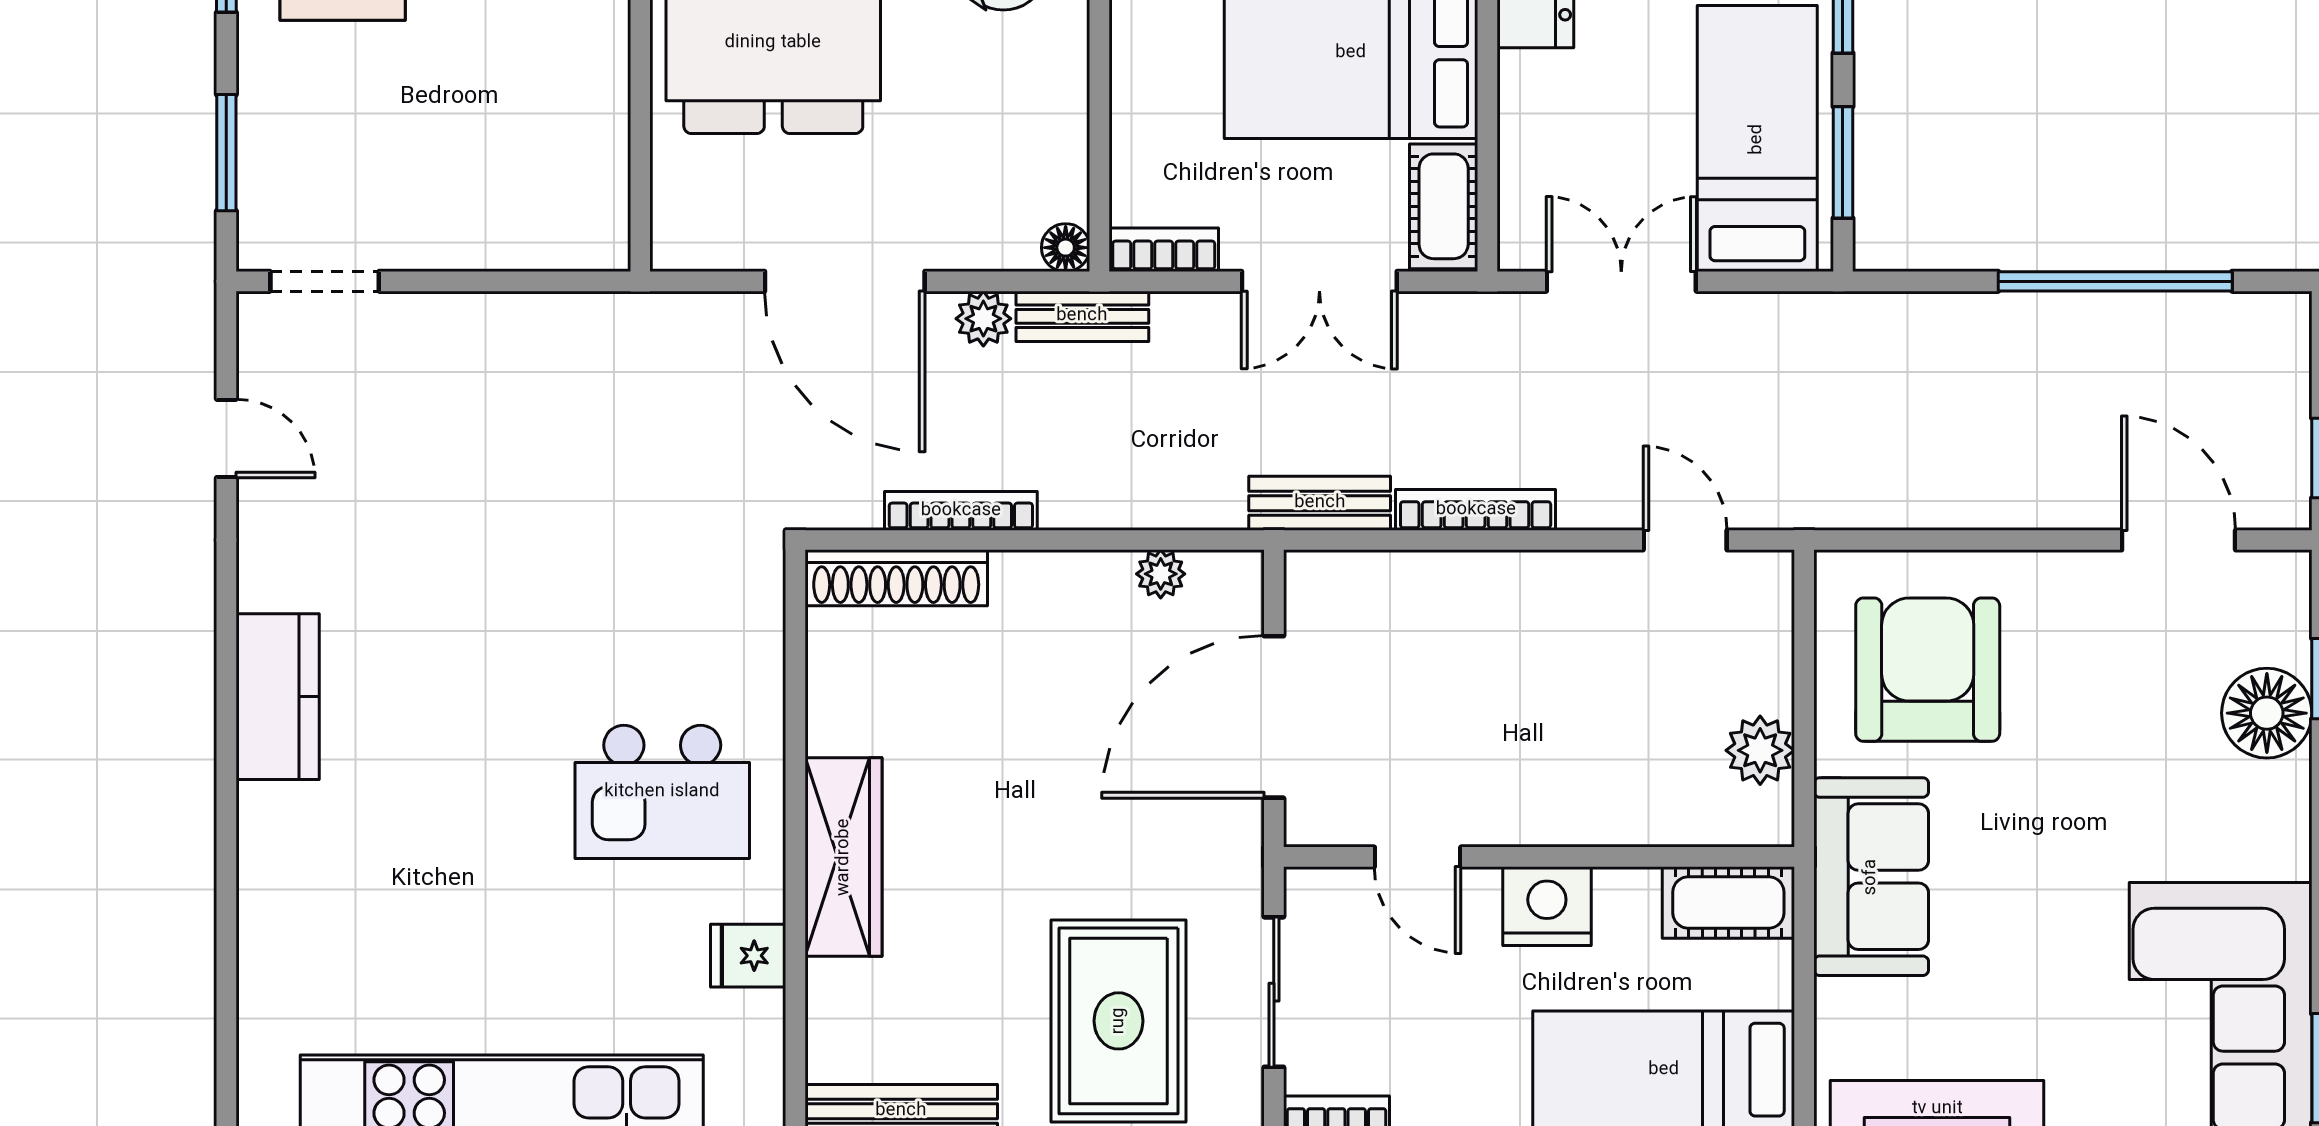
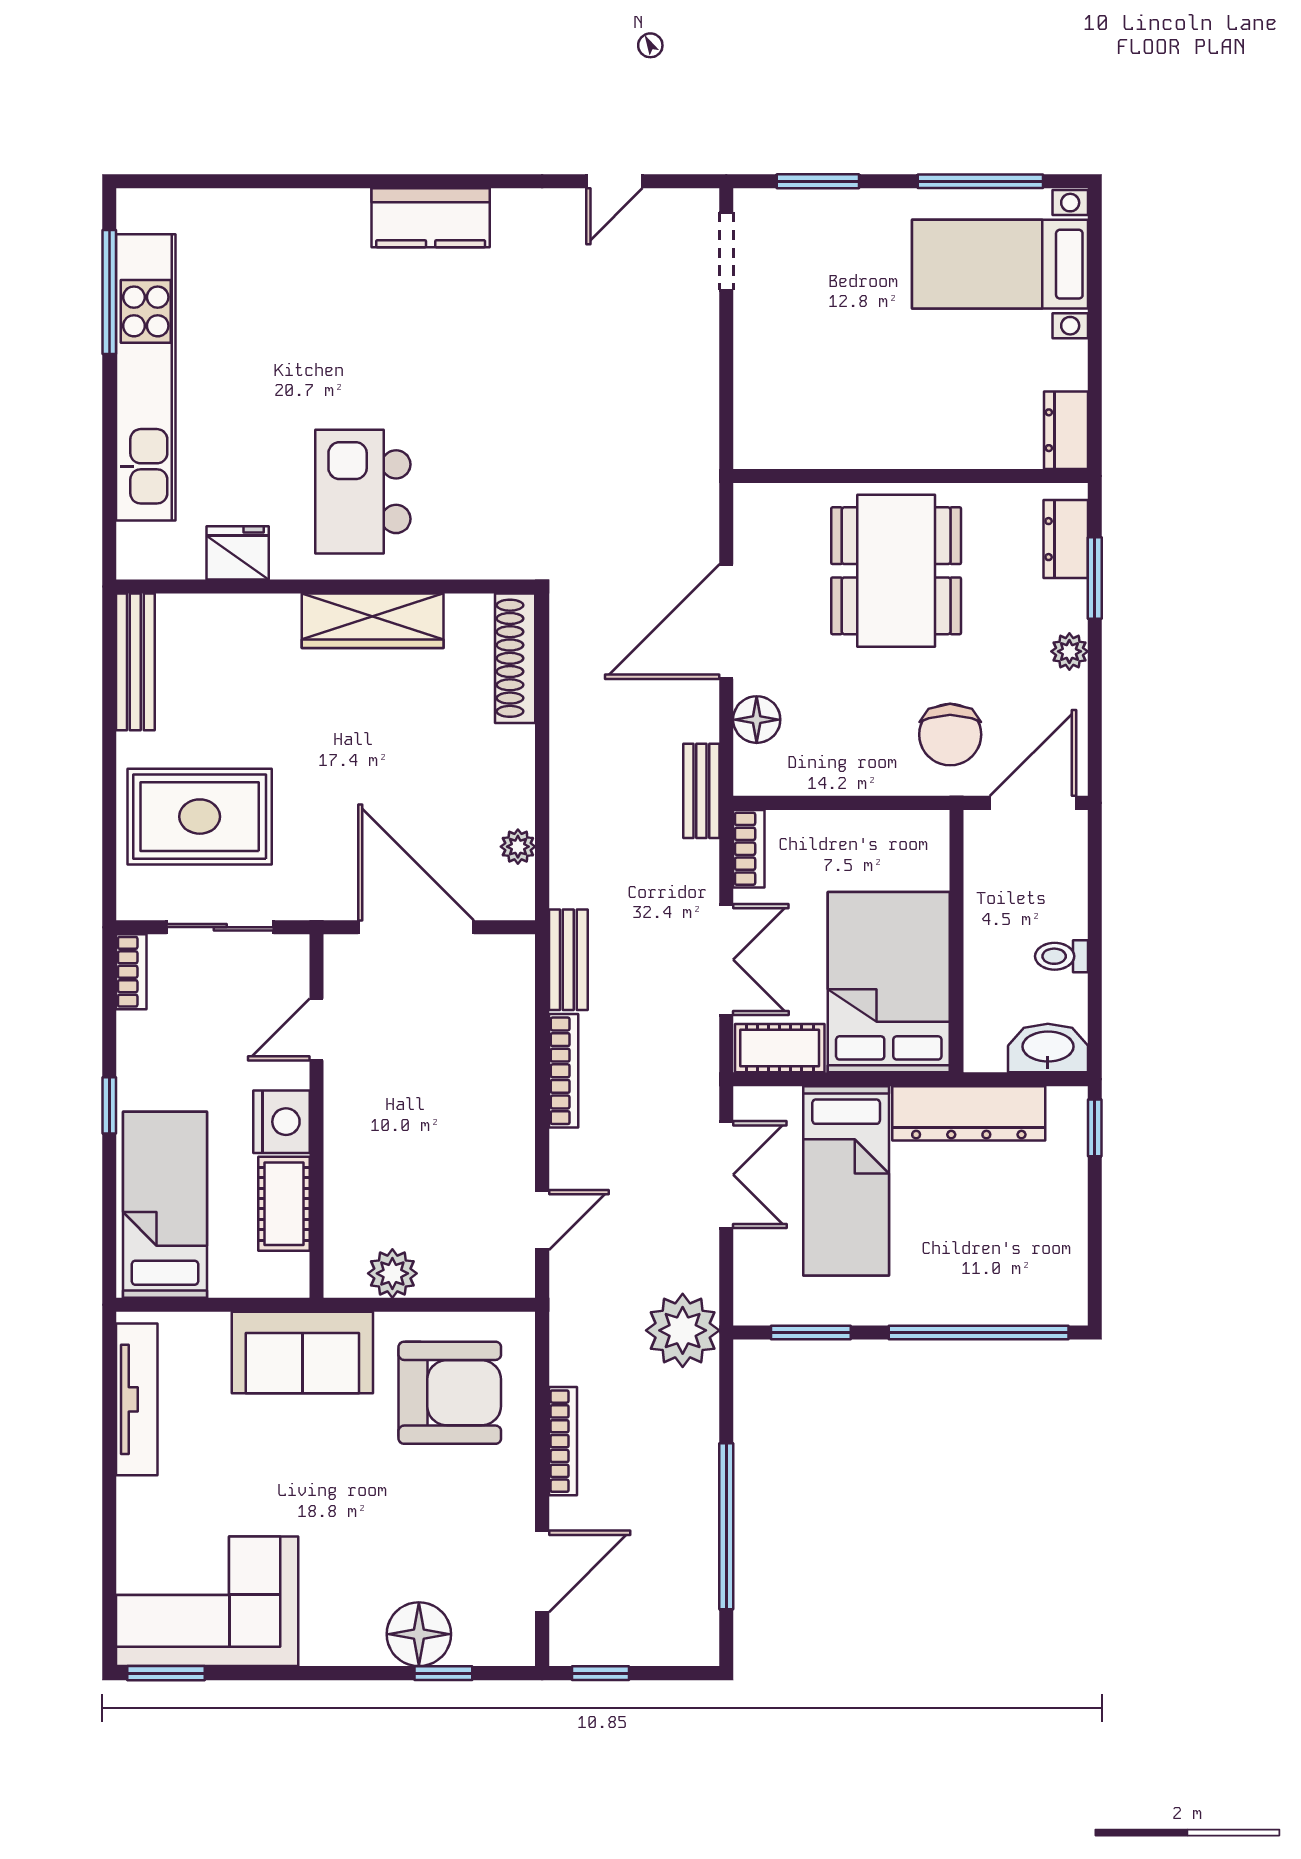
bed: (1757, 139) -> (846, 1181), moved, turned 90
floor lamp: (1066, 248) -> (757, 720), moved, width x1.37, depth x1.37
double door: (1319, 281) -> (726, 960), swing flipped
plant: (983, 319) -> (683, 1330), moved, width x1.87, depth x1.87
bookcase: (961, 511) -> (563, 1441), moved
wardrobe: (844, 857) -> (373, 621), moved
cot: (1728, 902) -> (284, 1204), moved
fridge: (748, 956) -> (238, 553), width x1.38

